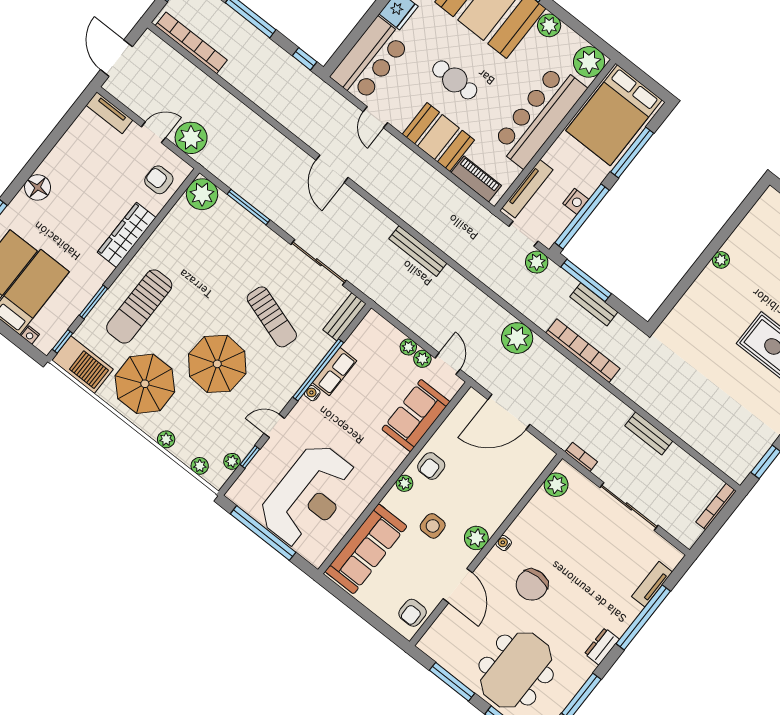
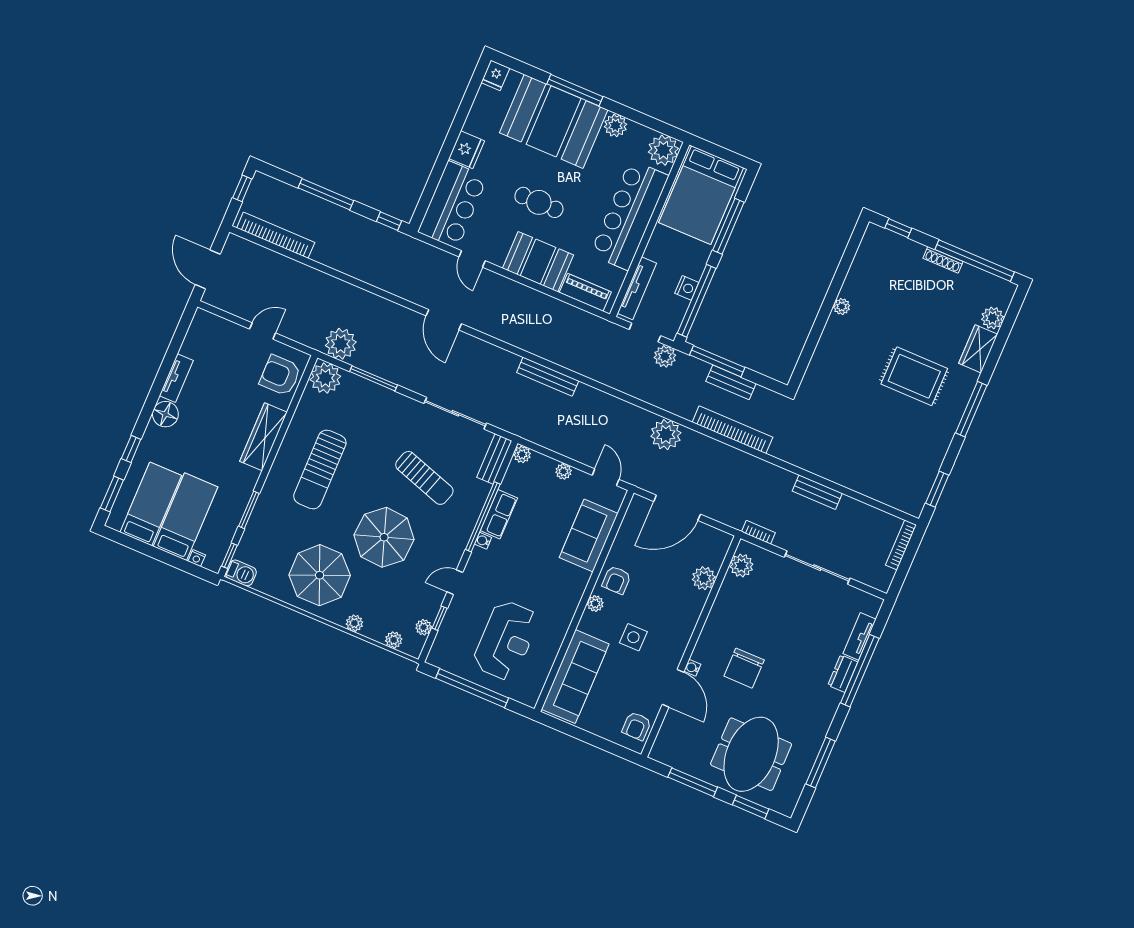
tv unit: (109, 113) -> (176, 378), moved, turned -90
plant: (191, 138) -> (341, 344), moved
armchair: (159, 180) -> (280, 375), width x1.38, depth x1.38
sun lounger: (139, 306) -> (320, 469), moved
plant: (422, 359) -> (522, 454), moved
barbecue: (83, 365) -> (241, 573), width x0.53, depth x0.65
reception desk: (308, 496) -> (506, 640), width x0.74, depth x0.77
plant: (476, 538) -> (704, 578), moved
water cooler: (504, 543) -> (692, 668), moved
dresser: (602, 646) -> (843, 674), moved

